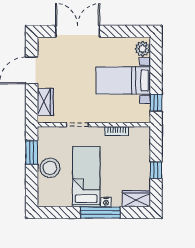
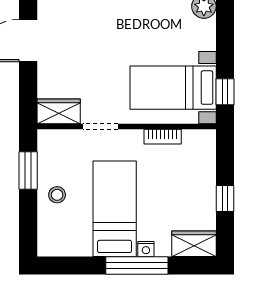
bed with nightstands: (123, 81) -> (173, 88), moved
wardrobe: (45, 102) -> (59, 111), moved, turned -90
stool: (50, 168) -> (57, 195), width x0.53, depth x0.53

